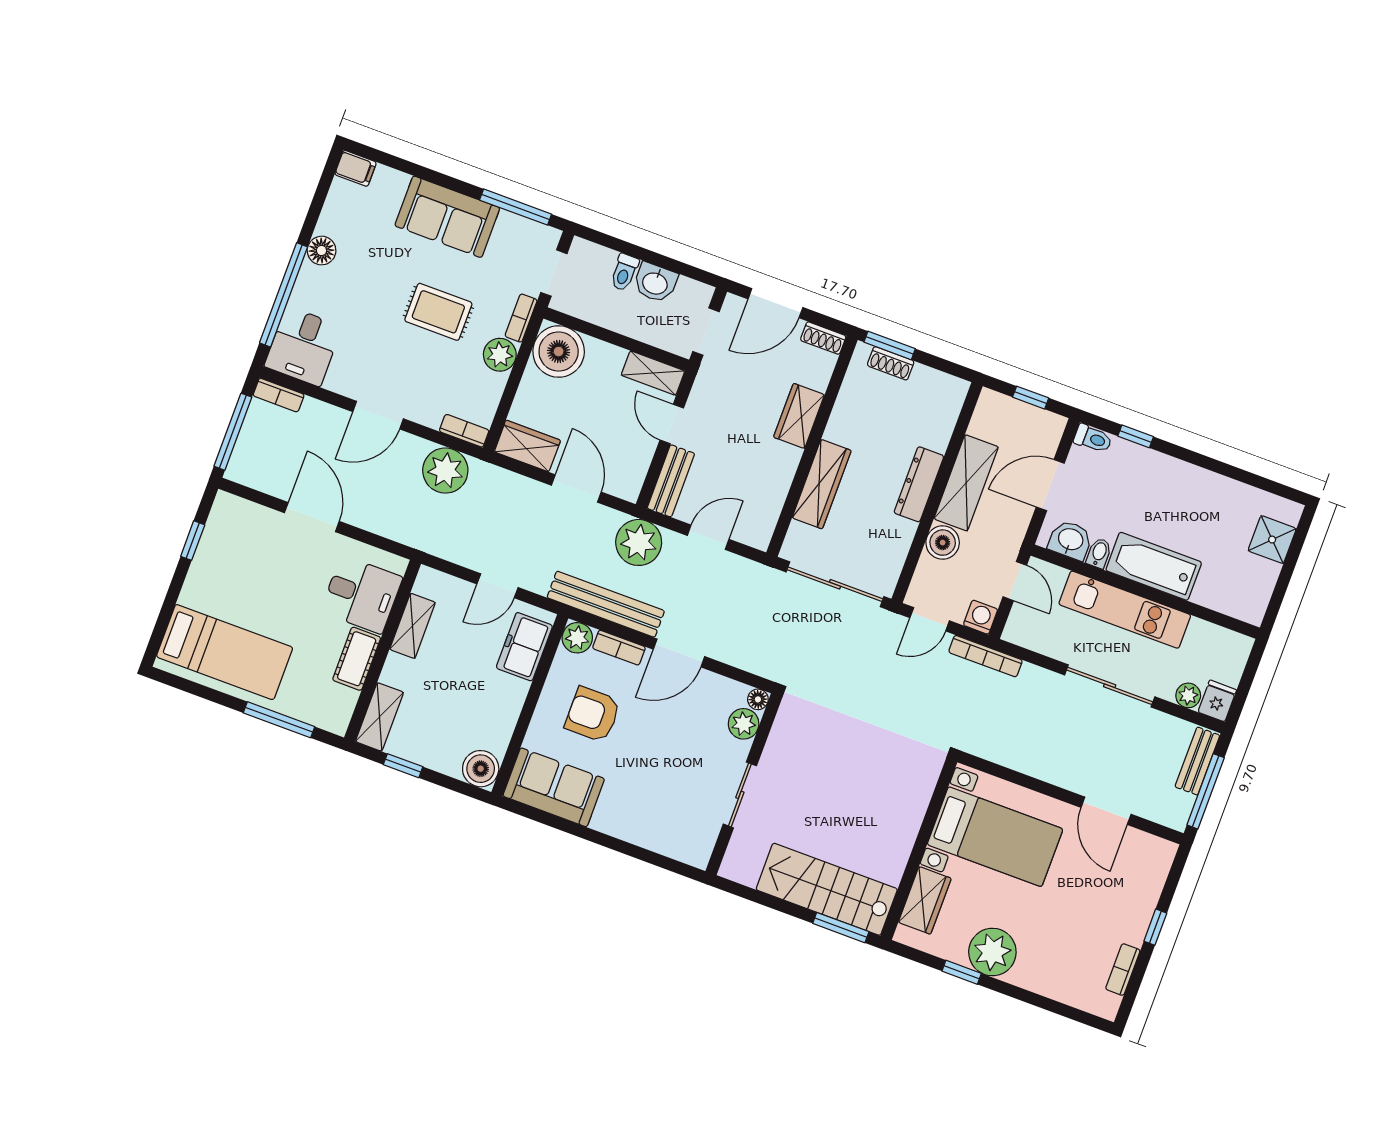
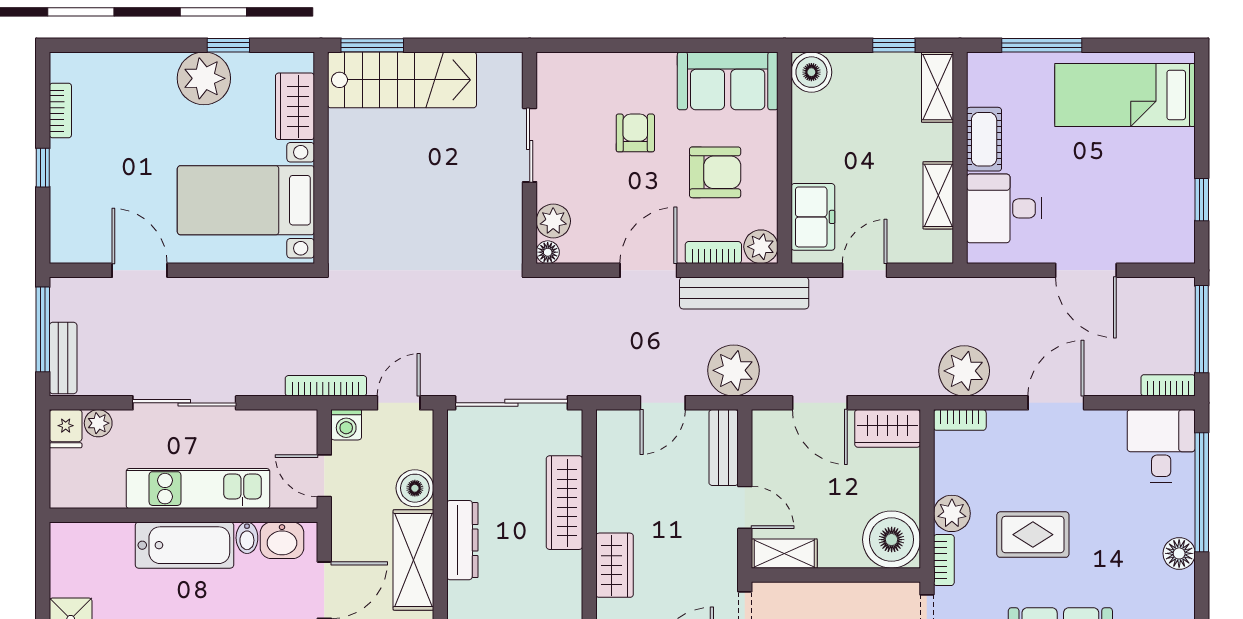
armchair: (647, 772) -> (635, 133), added

